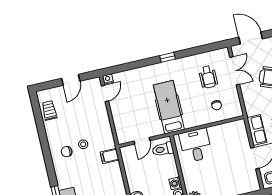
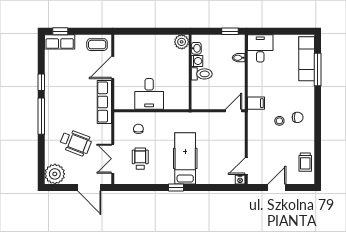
hospital bed: (169, 107) -> (185, 158), moved, turned 180
row of seats: (257, 130) -> (104, 102), width x1.48
door: (142, 141) -> (234, 111), moved
desk: (196, 145) -> (149, 94), moved
toilet: (163, 149) -> (202, 74), moved

